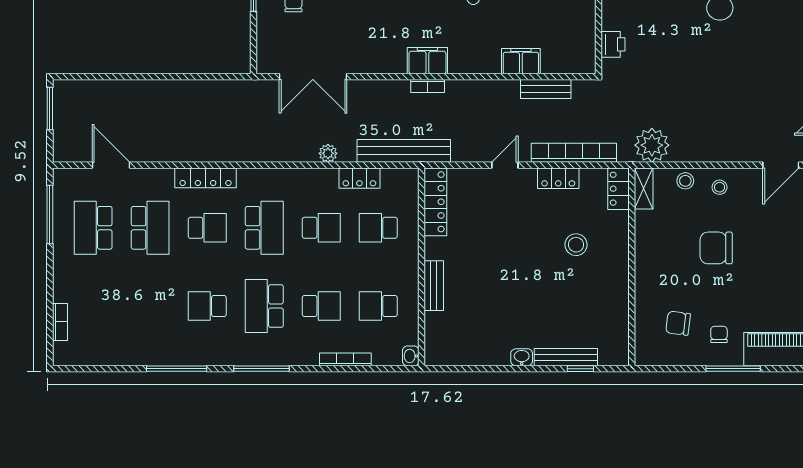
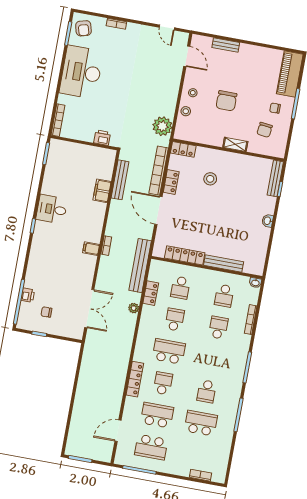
filing cabinet: (427, 61) -> (91, 249), width x0.50
bench: (546, 89) -> (120, 180), width x1.36
door: (505, 165) -> (158, 210), width x1.88
shelving: (644, 188) -> (235, 144), moved
locker: (435, 202) -> (185, 255), moved
bench: (434, 286) -> (224, 264), width x1.36
school desk: (264, 306) -> (201, 423), moved, turned 180
bench: (566, 357) -> (275, 178), moved

